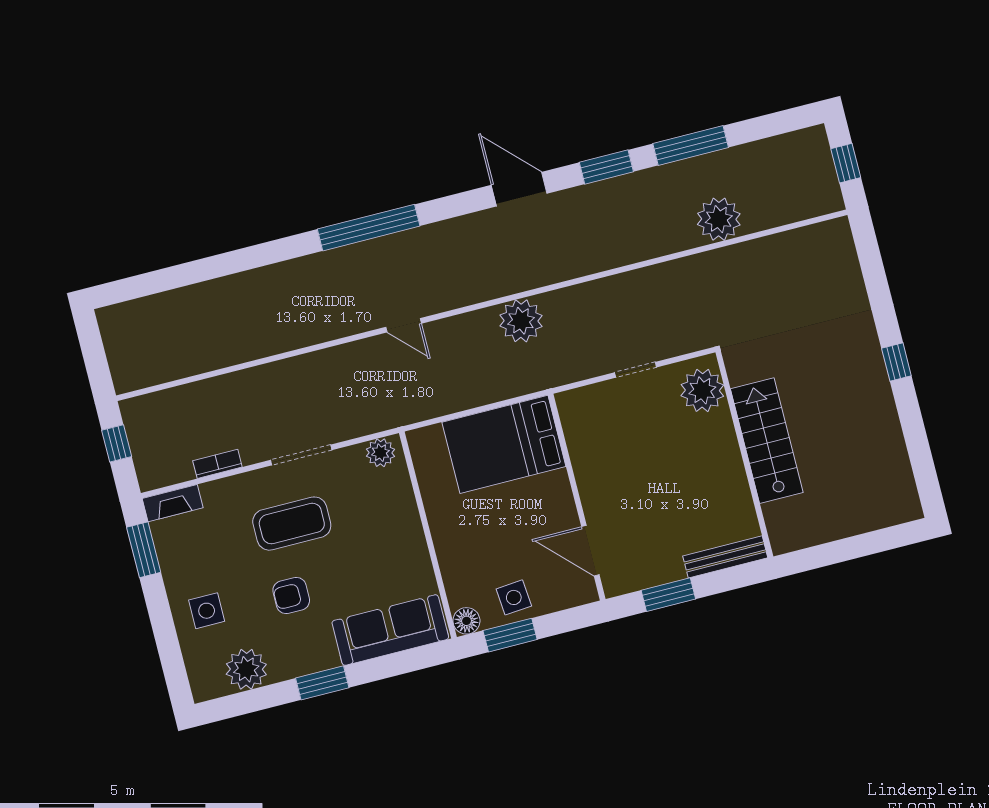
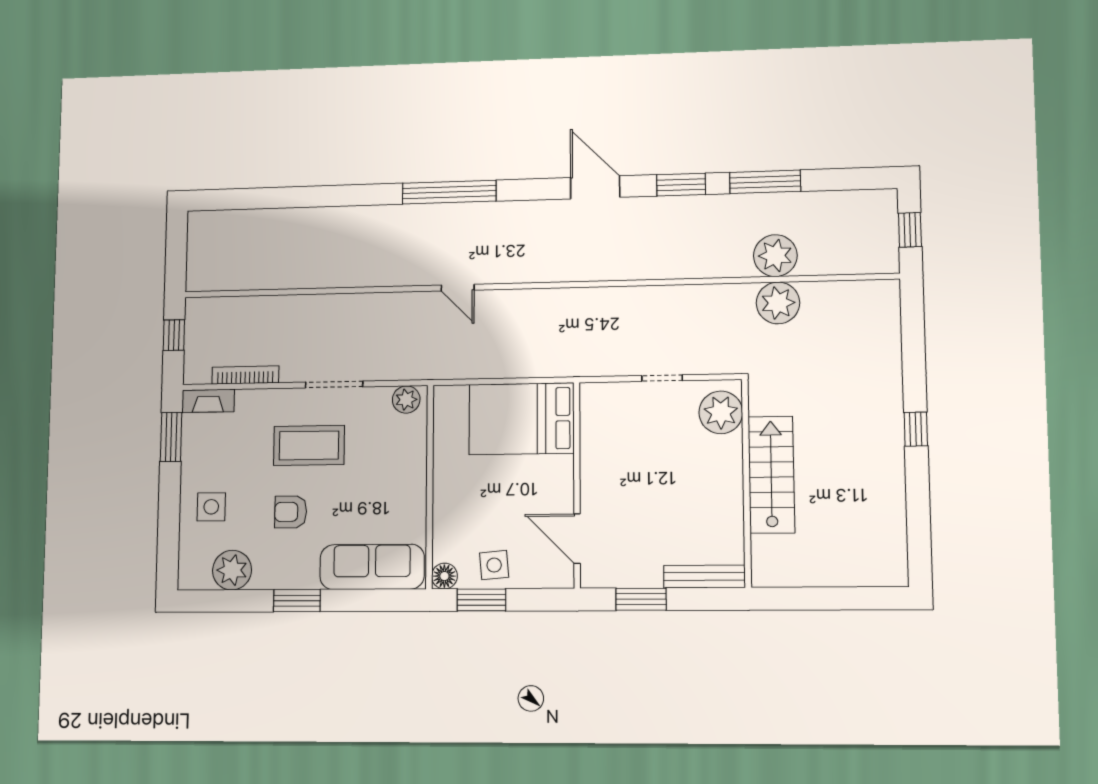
plant: (521, 321) -> (778, 303), moved
bookcase: (217, 464) -> (245, 375), width x1.56

